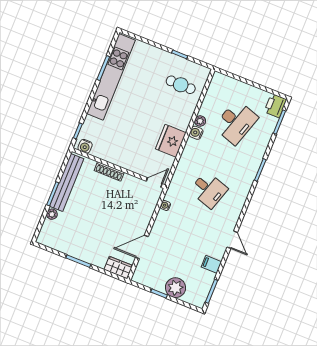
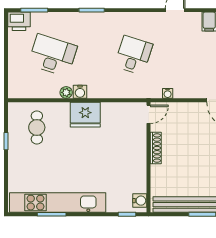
fridge: (171, 141) -> (85, 115), moved
shoe rack: (109, 171) -> (156, 148), moved
door: (154, 182) -> (149, 114), swing flipped

